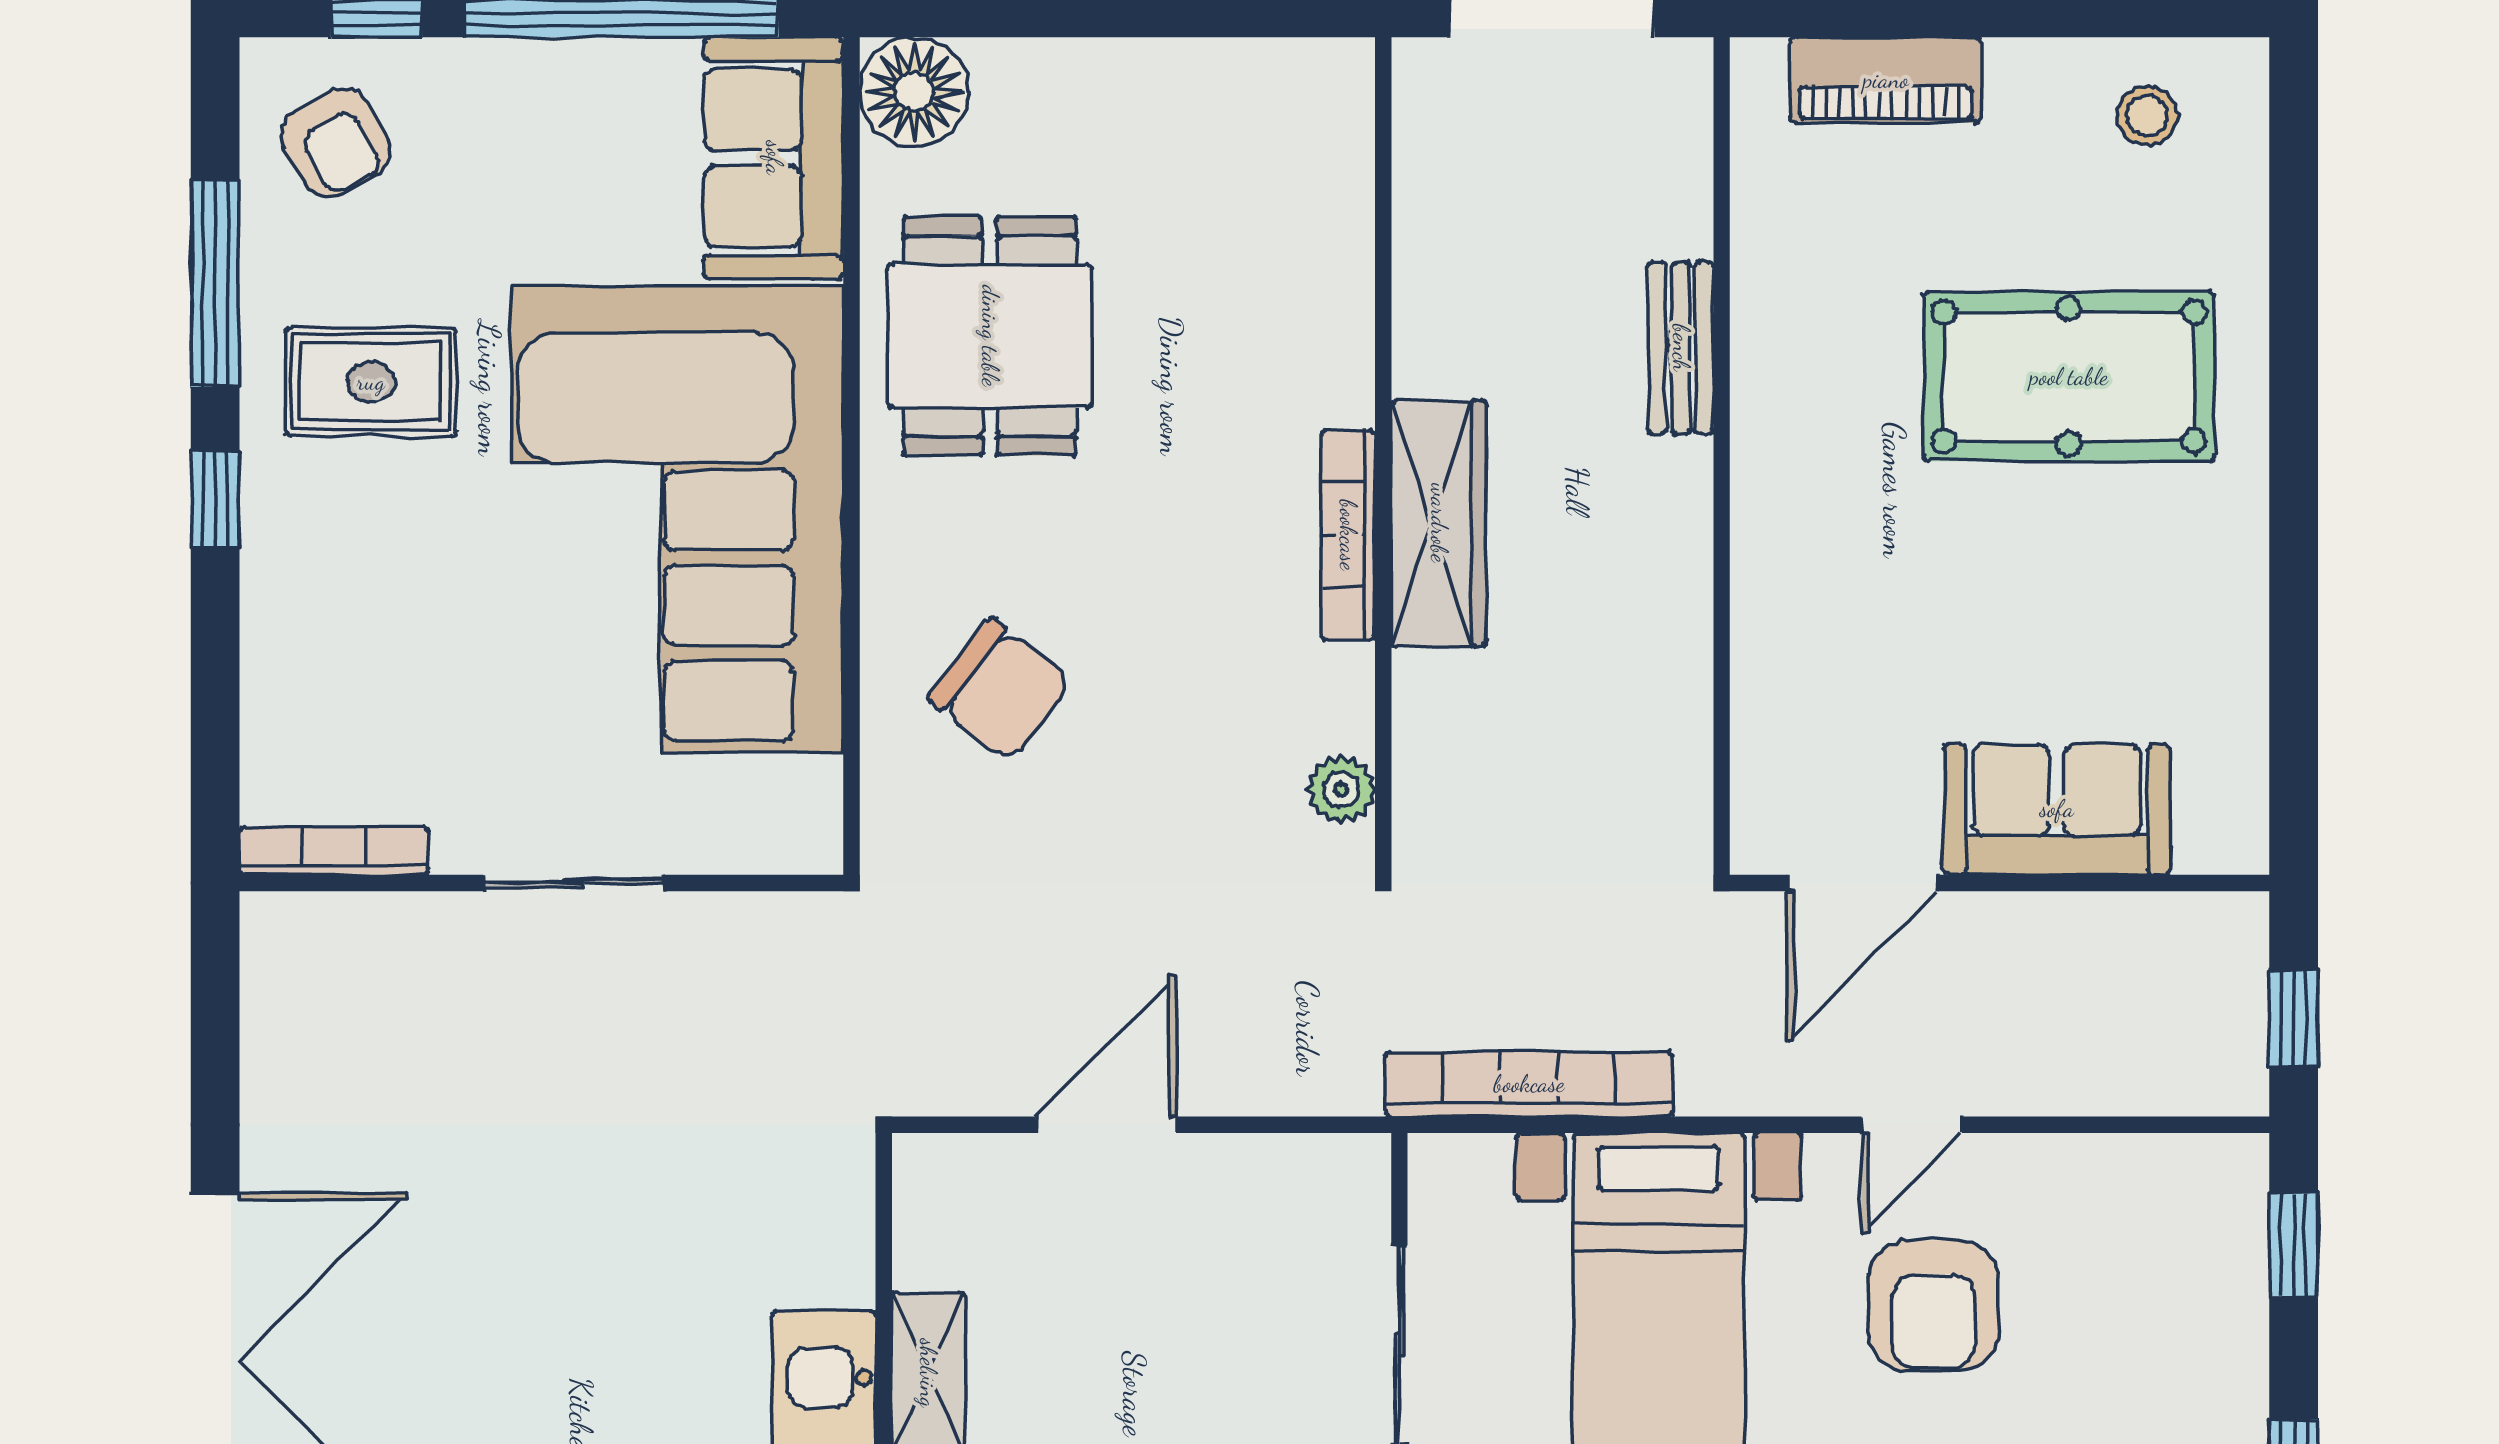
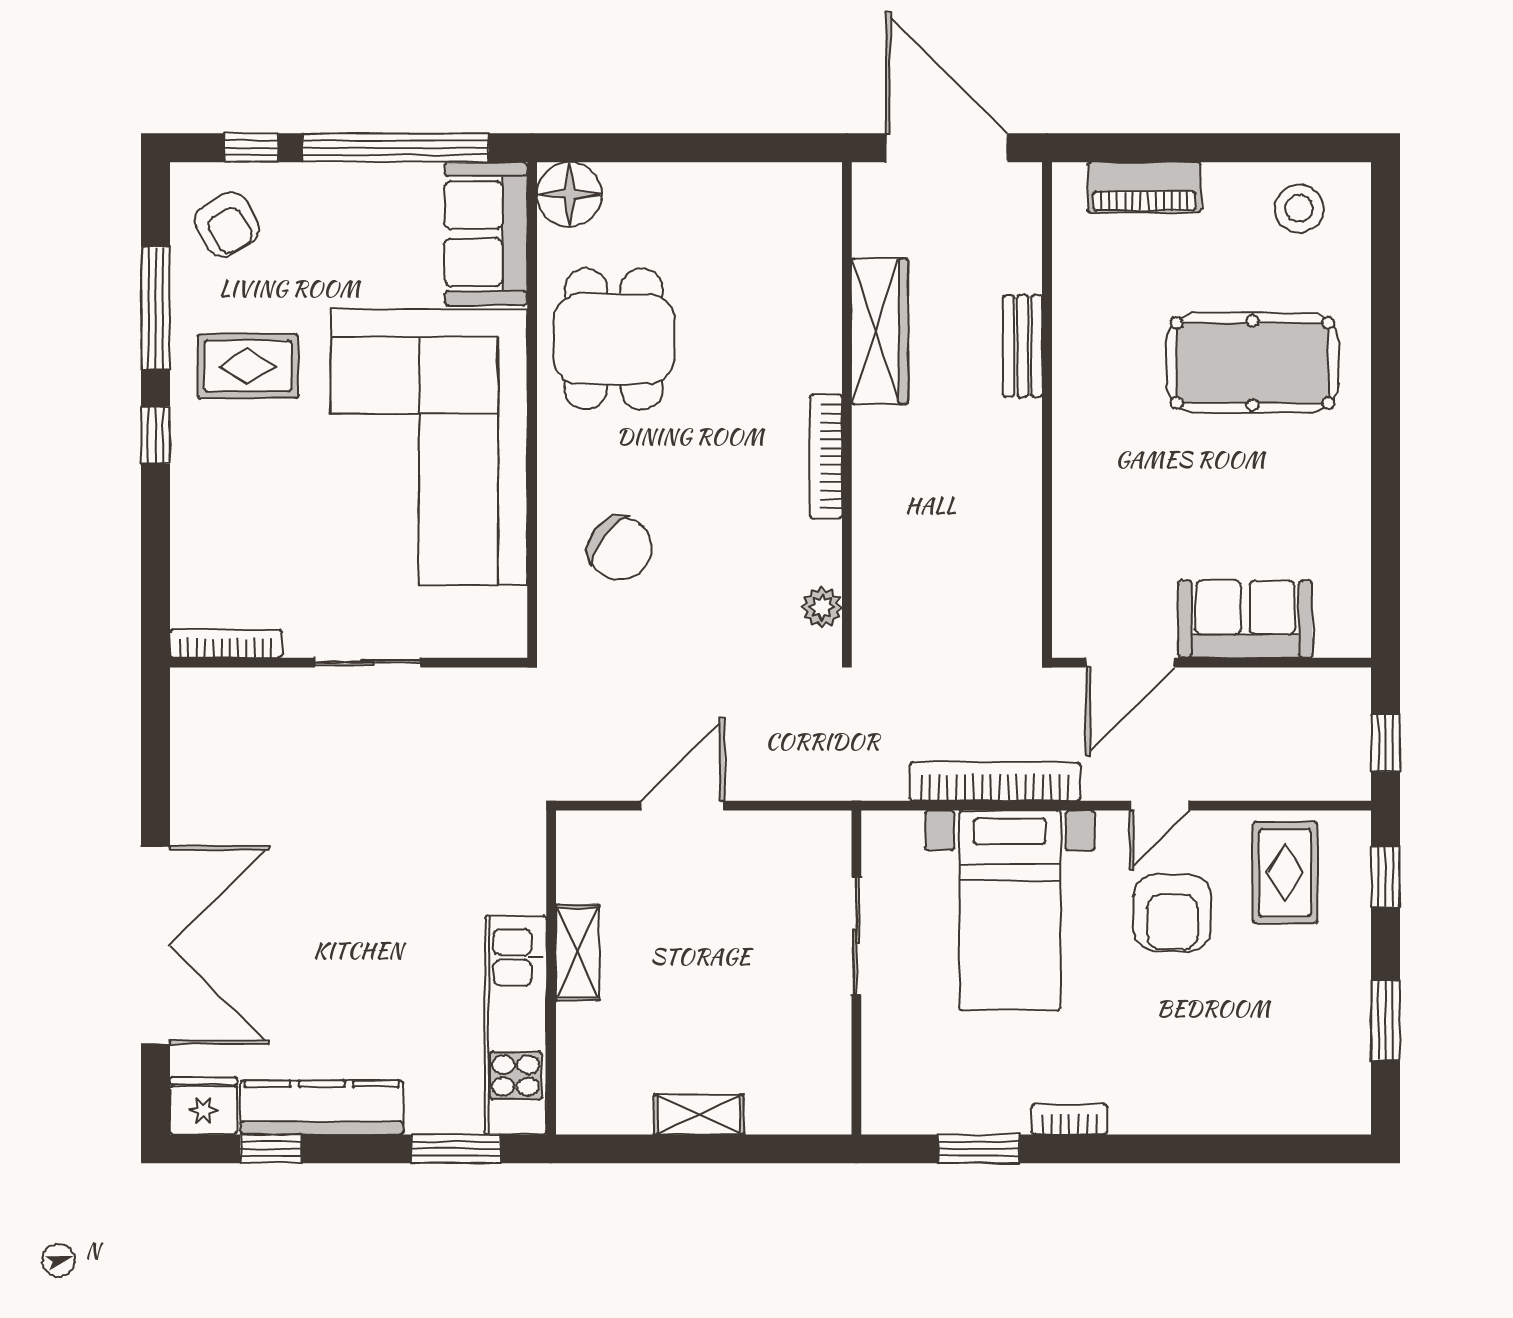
stool: (2147, 116) -> (1299, 208), width x1.37, depth x1.37
wardrobe: (1439, 523) -> (880, 331), moved
bookcase: (1529, 1084) -> (995, 782), moved
rug: (2124, 1238) -> (1285, 872), added

